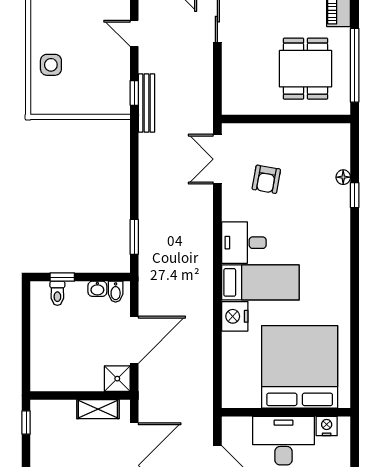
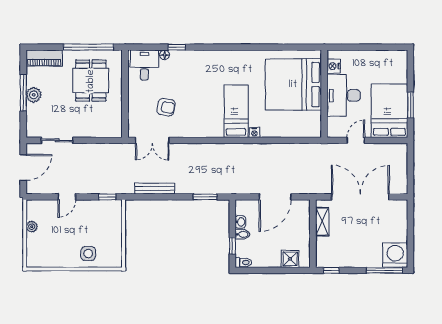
dining table: (305, 69) -> (91, 81), turned 90
bench: (147, 103) -> (155, 189), moved
desk: (244, 243) -> (144, 65), moved, turned 180
bidet: (116, 292) -> (242, 234), moved
toilet: (57, 293) -> (243, 262), moved
nightstand: (235, 316) -> (254, 133), width x0.53, depth x0.56
door: (134, 340) -> (275, 197), swing flipped
shower: (117, 379) -> (290, 259), moved

